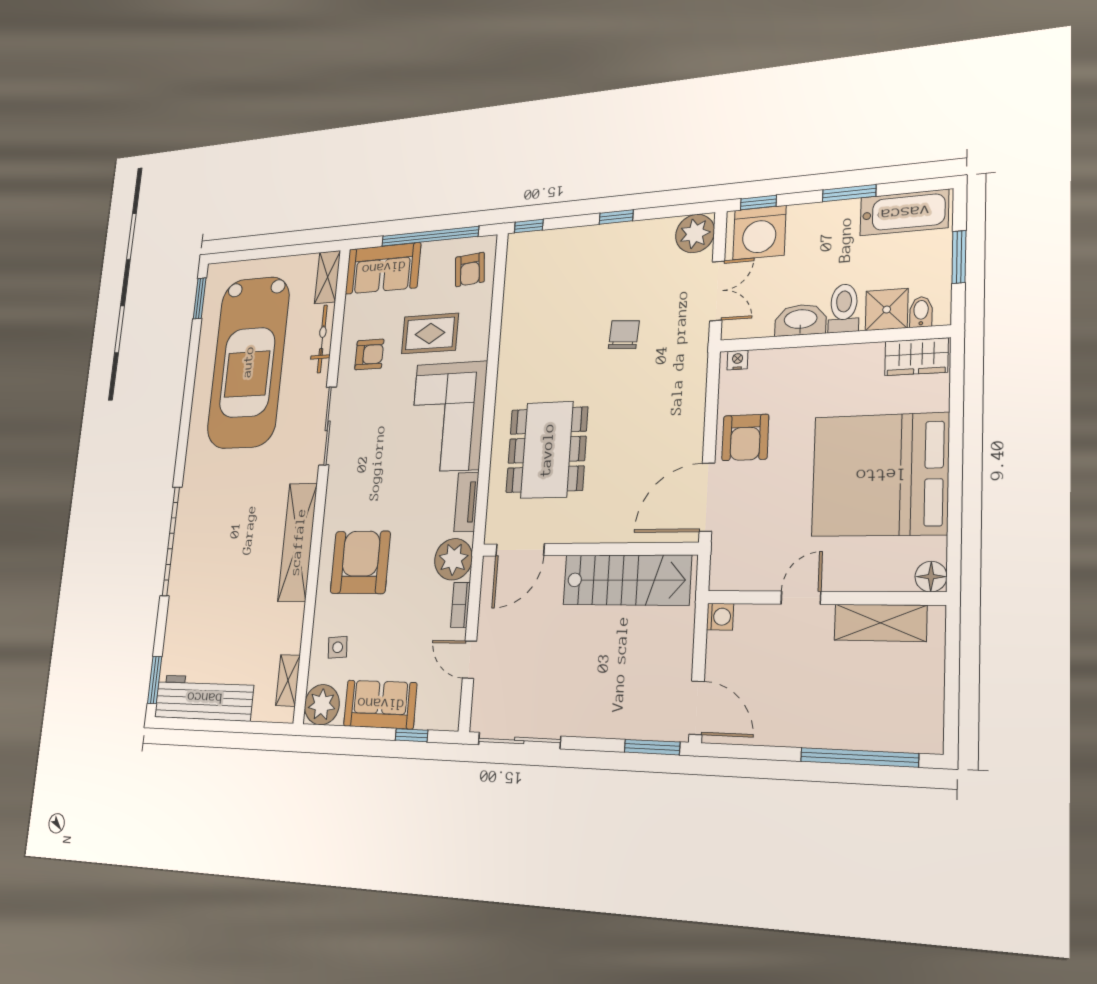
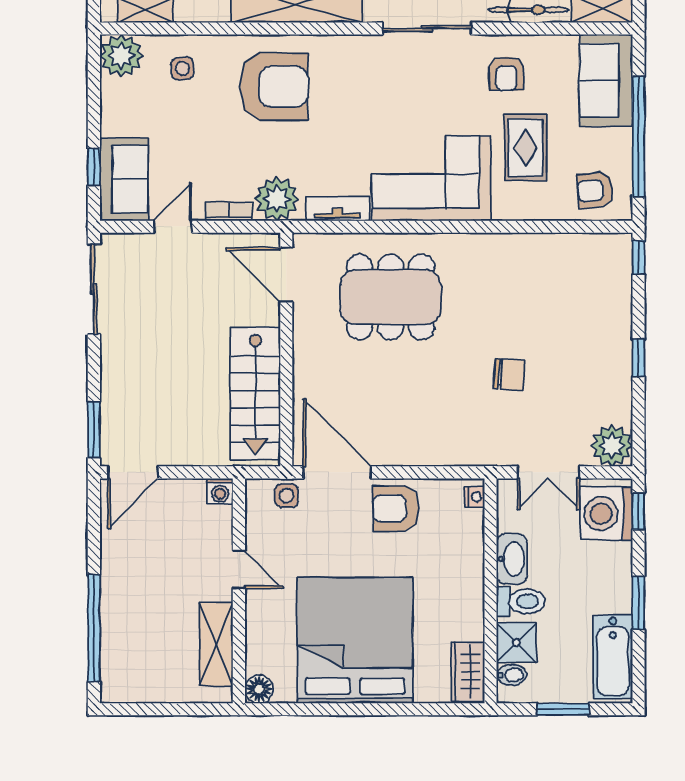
side table: (728, 548) -> (287, 496), added
sofa: (380, 704) -> (124, 179), moved

